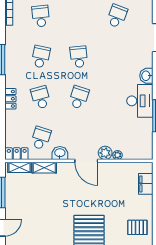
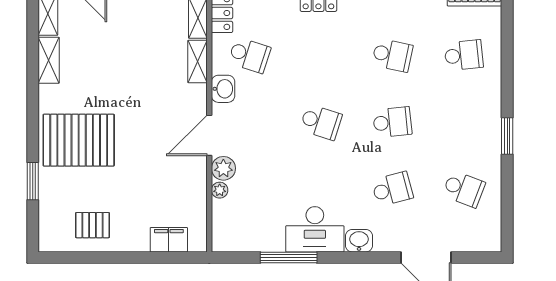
school desk: (41, 97) -> (392, 189), moved
pallet: (137, 227) -> (92, 225), turned 90

